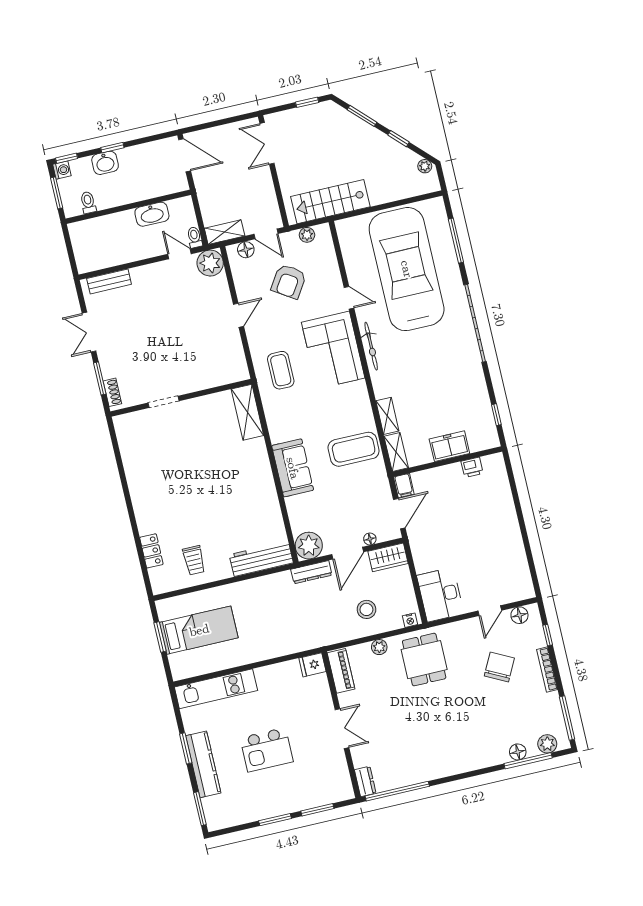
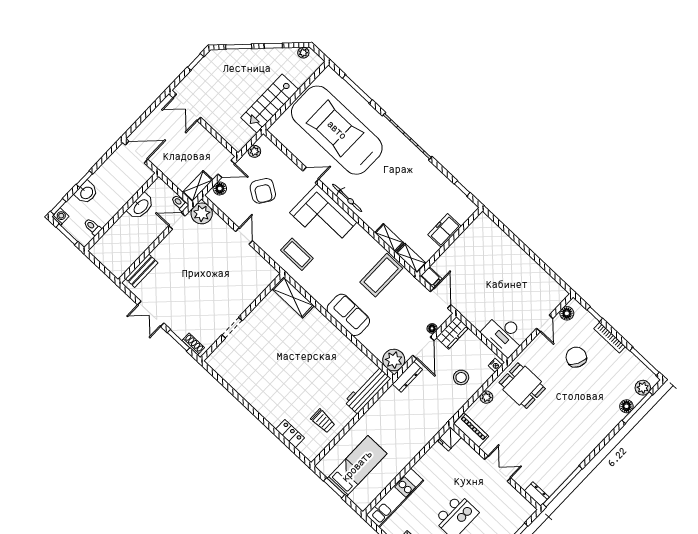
stairs: (330, 202) -> (270, 104), moved
printer: (472, 467) -> (469, 235), removed

